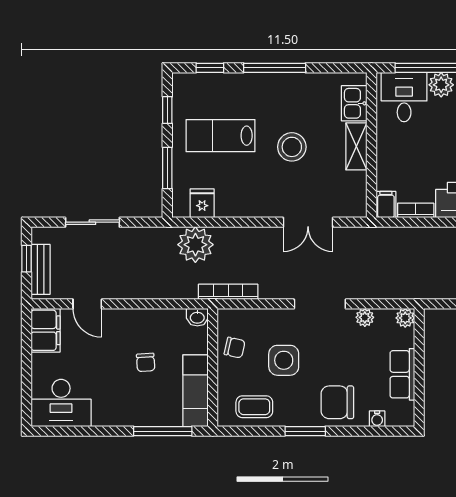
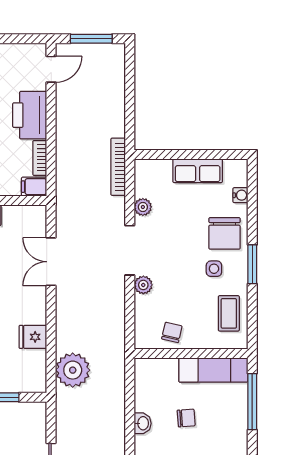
fridge: (202, 203) -> (33, 337), moved
double door: (308, 222) -> (51, 262), swing flipped
bookcase: (228, 292) -> (118, 167), moved
washbasin: (197, 317) -> (143, 423), moved
plant: (405, 318) -> (143, 285), moved
side table: (284, 360) -> (214, 269), moved, width x0.54, depth x0.54

